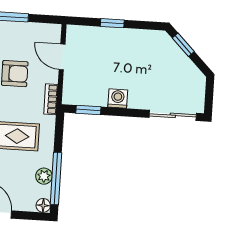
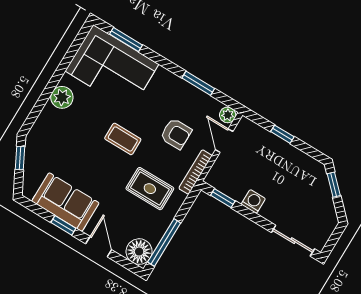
bookcase: (51, 99) -> (195, 172), width x1.56
plant: (44, 176) -> (228, 115), moved
floor lamp: (43, 205) -> (139, 252), width x1.89, depth x1.89

